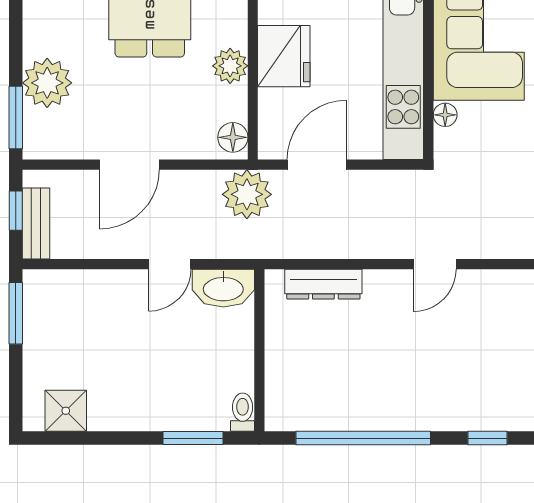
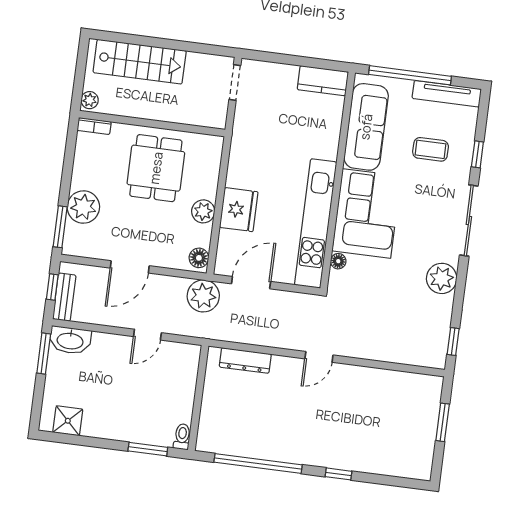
washbasin: (223, 288) -> (70, 340), moved

